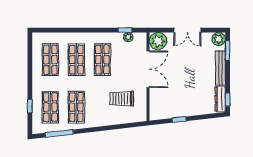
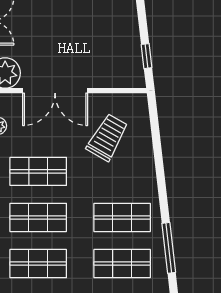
double door: (148, 69) -> (55, 91), swing flipped
trolley: (122, 99) -> (107, 137), turned -150
window: (179, 120) -> (147, 56), moved

